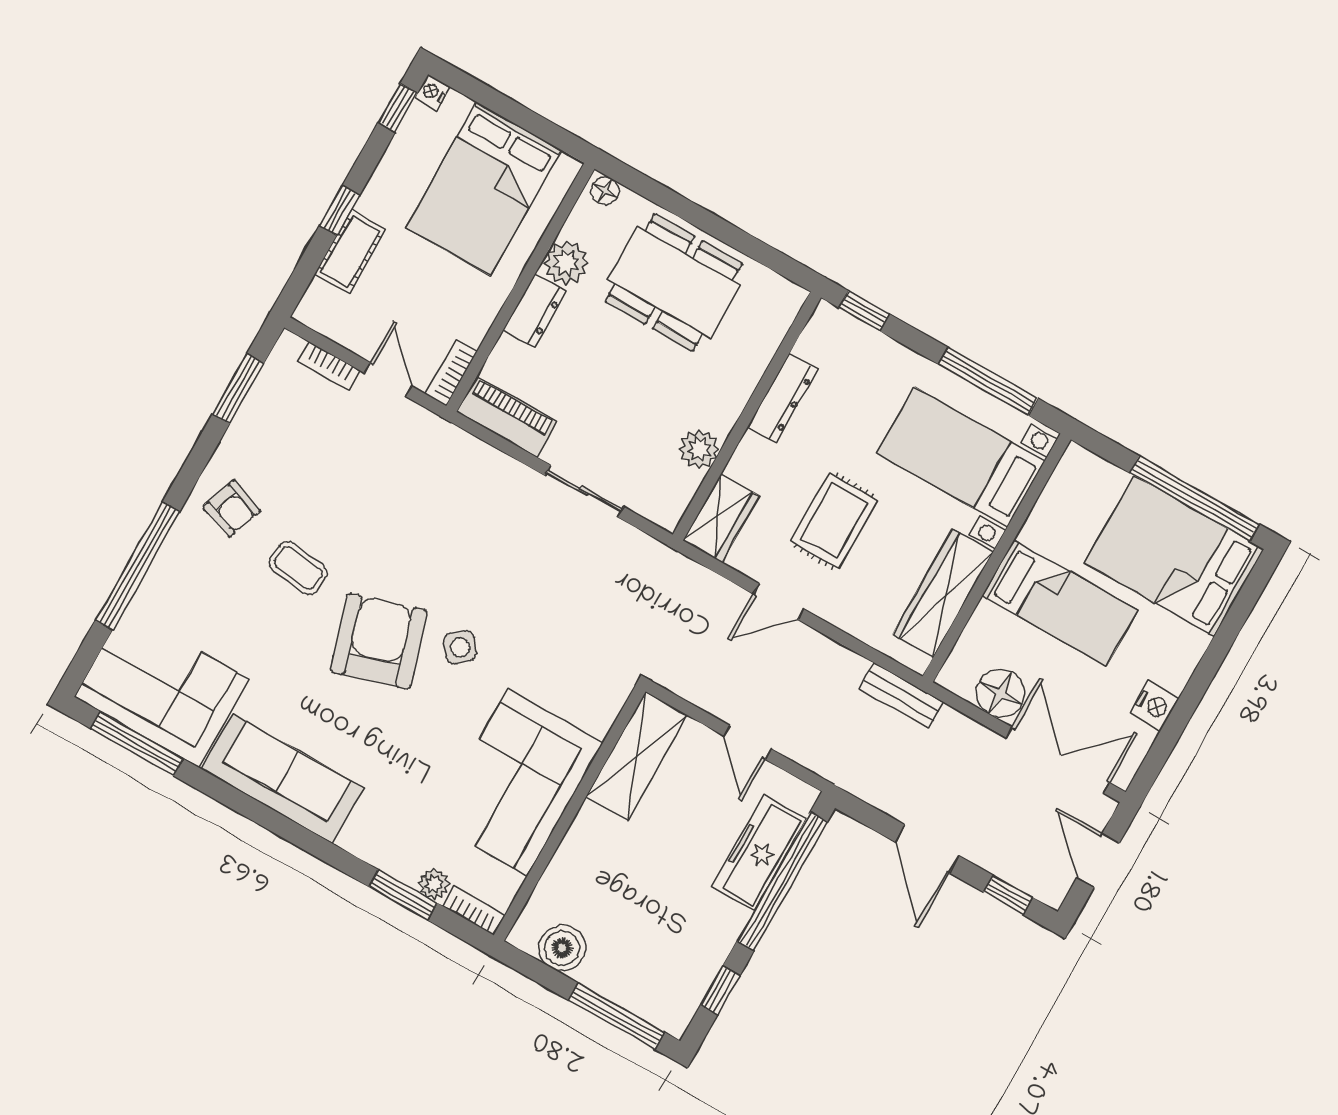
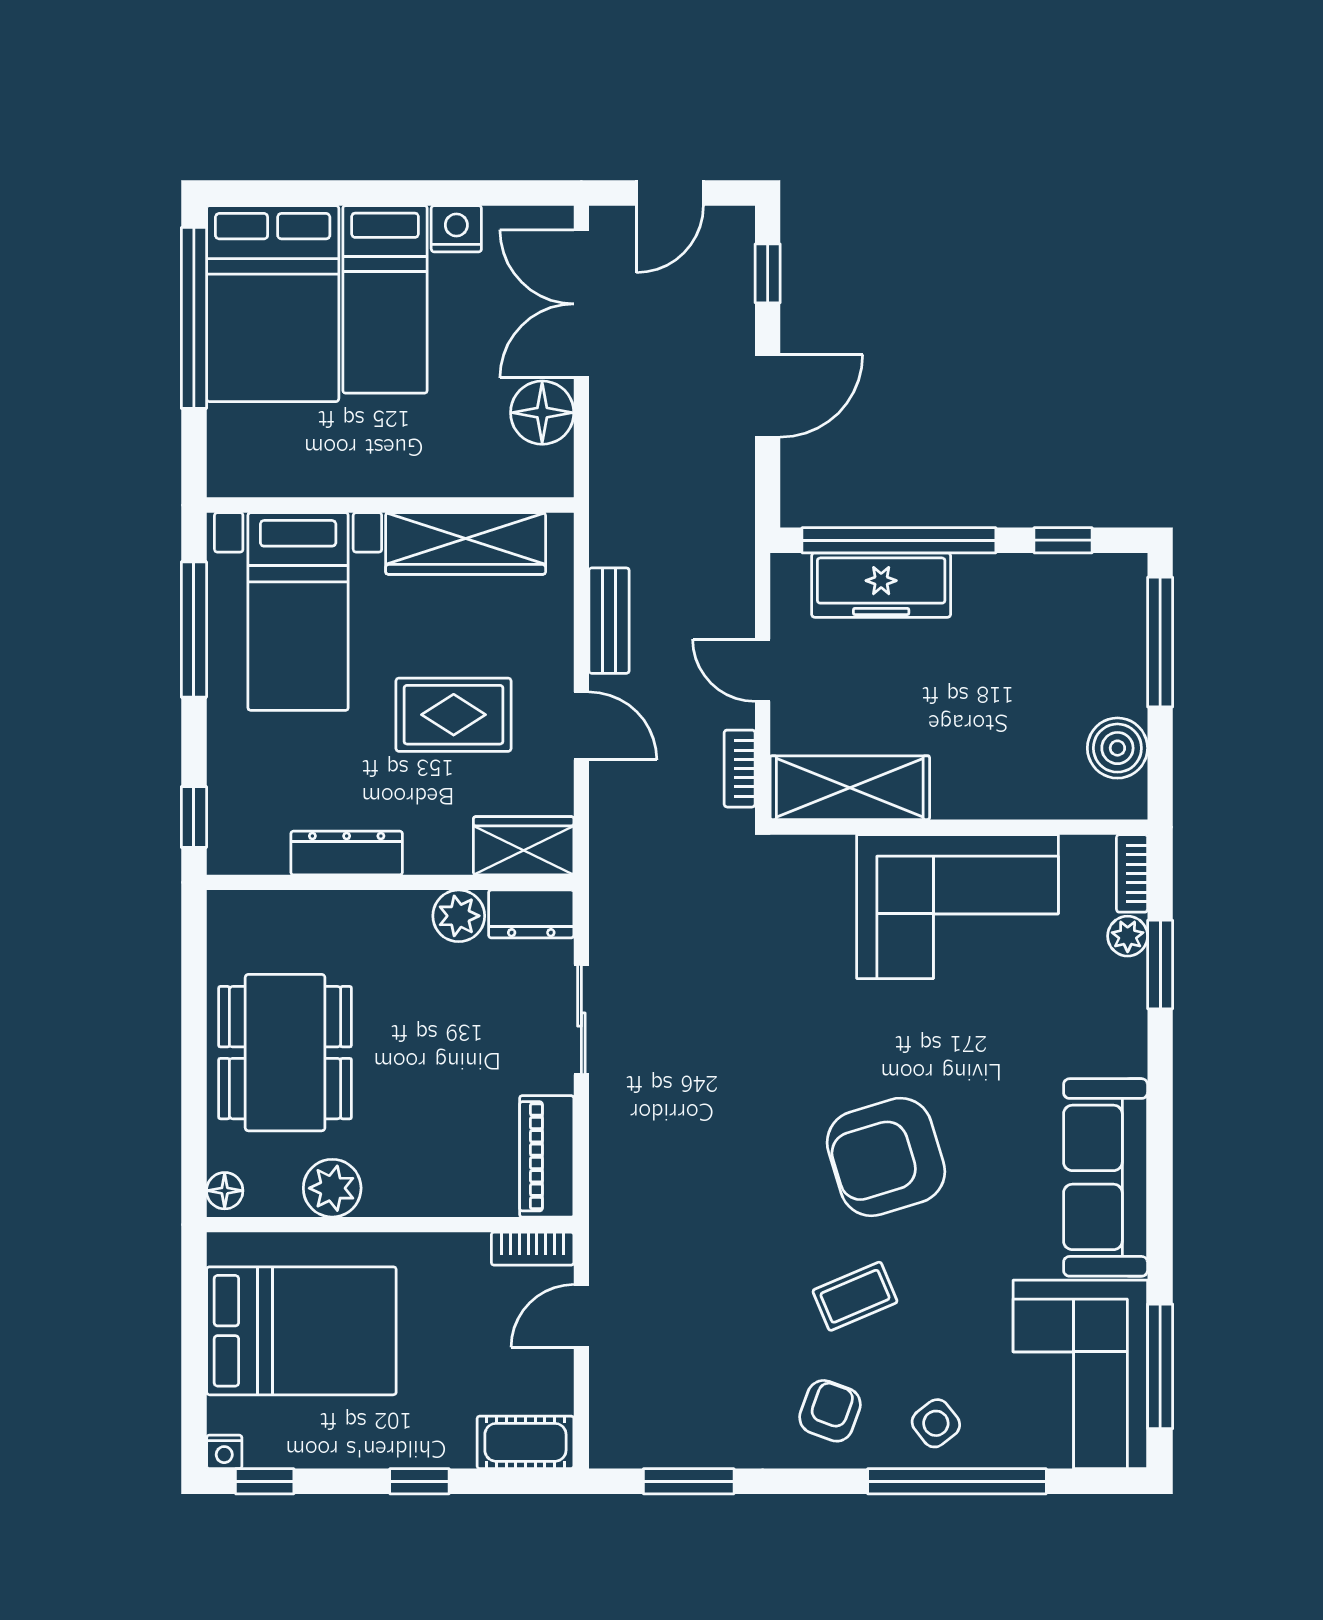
cot: (350, 252) -> (525, 1442), moved
dresser: (535, 311) -> (531, 914), moved, turned 180
bookcase: (329, 366) -> (740, 769), moved, turned 180
coffee table: (298, 568) -> (855, 1296), turned 61
bed: (1060, 603) -> (385, 299), moved, turned 180
side table: (460, 647) -> (936, 1423), moved
bench: (901, 695) -> (609, 621), moved
door: (747, 742) -> (763, 670), swing flipped

